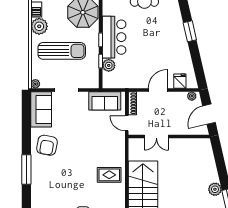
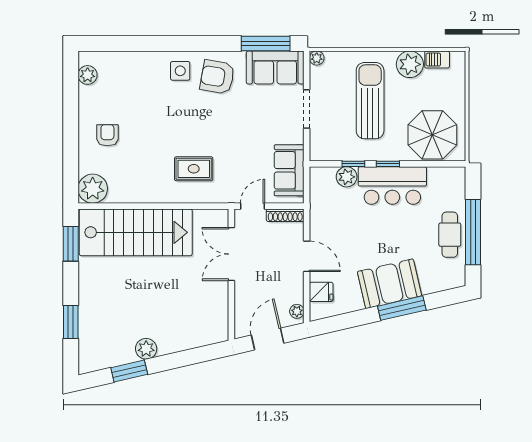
window: (190, 31) -> (402, 308), width x1.44
booth: (175, 39) -> (389, 284), added
sun lounger: (62, 51) -> (370, 101), turned 180
door: (209, 114) -> (268, 339), hinge flipped
double door: (156, 137) -> (231, 254), width x1.37
side table: (43, 168) -> (180, 71), added
window: (26, 170) -> (266, 43), moved
rug: (109, 175) -> (194, 169), moved, turned 90

